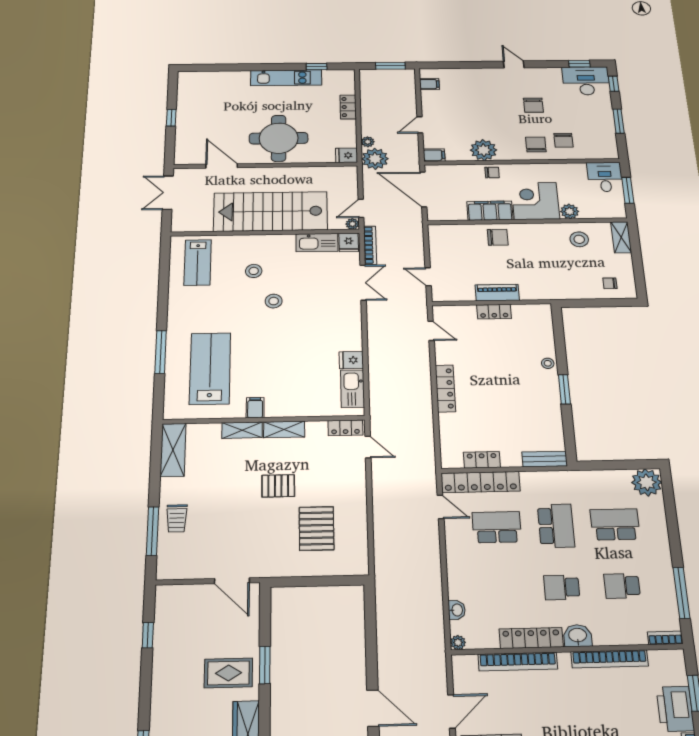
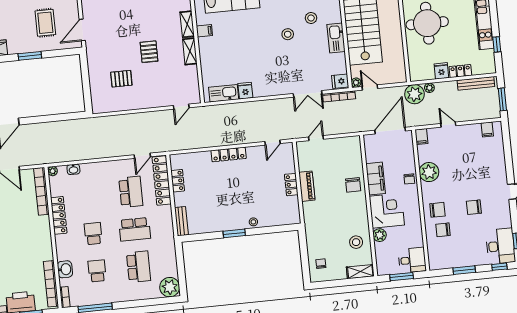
bench: (366, 92) -> (476, 83), added
fridge: (346, 155) -> (441, 71), moved
kitchen sink: (317, 243) -> (336, 38), moved
locker: (345, 428) -> (194, 91), removed
pallet: (317, 528) -> (121, 79), width x0.67, depth x0.71
washbasin: (578, 636) -> (65, 269), moved
bookcase: (610, 659) -> (51, 284), moved
bookcase: (518, 662) -> (41, 191), moved
rug: (228, 673) -> (45, 23), moved

